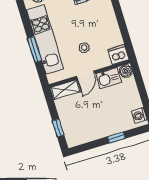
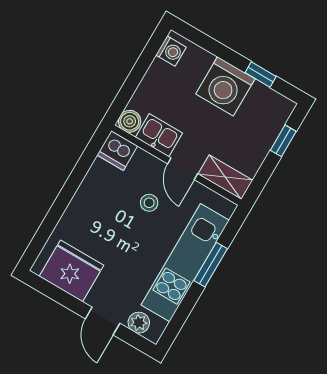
door: (86, 75) -> (183, 169), swing flipped
washing machine: (104, 125) -> (225, 86), added
window: (116, 138) -> (261, 75), moved

